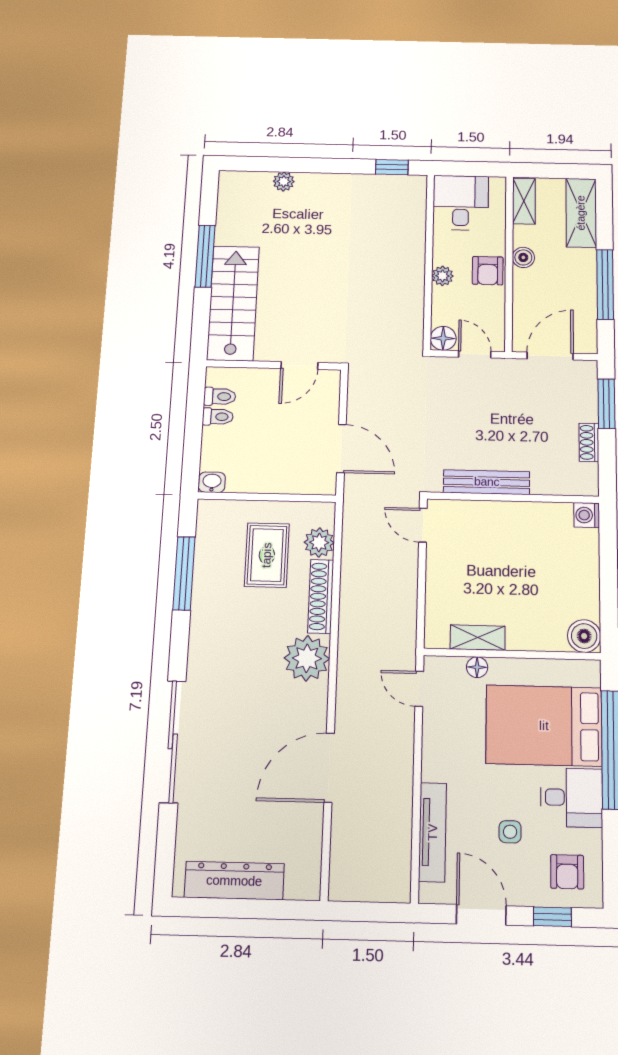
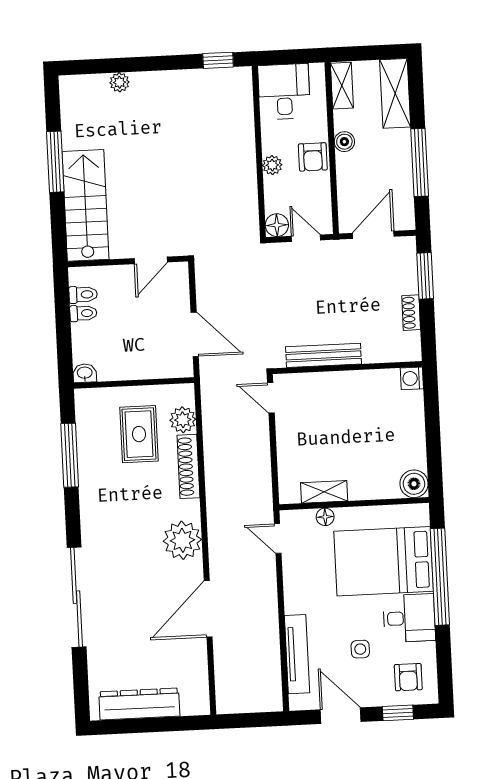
plant: (307, 658) -> (182, 540), moved

